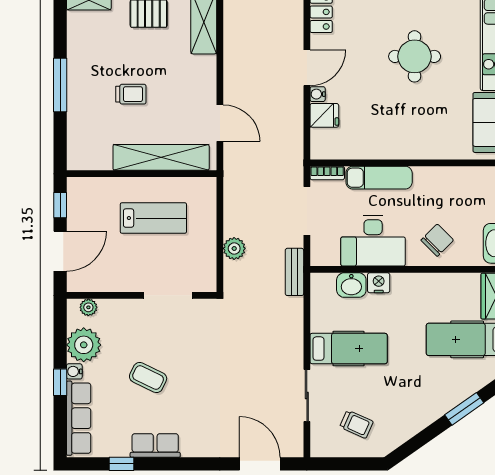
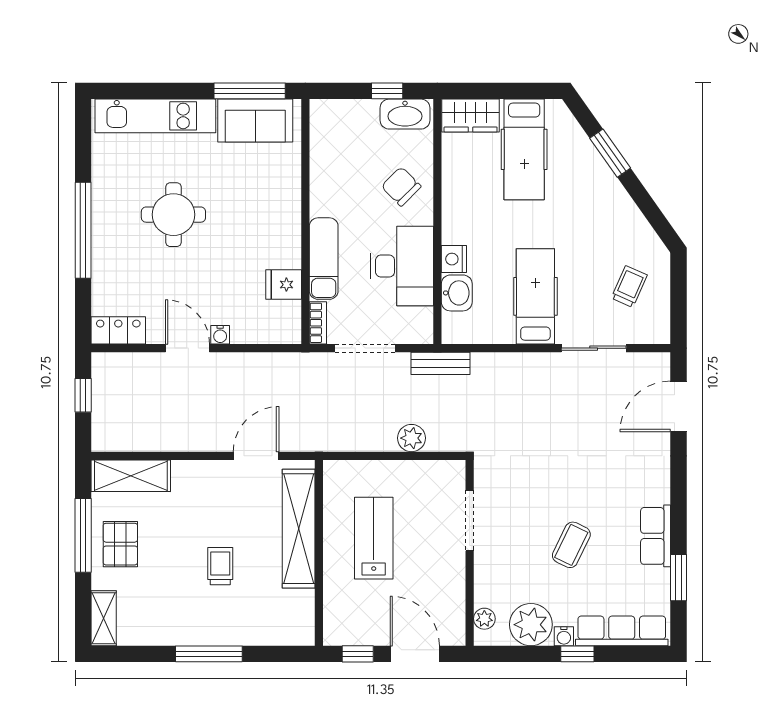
fridge: (324, 115) -> (284, 285), moved, turned -90
window: (122, 464) -> (678, 578), width x1.50

